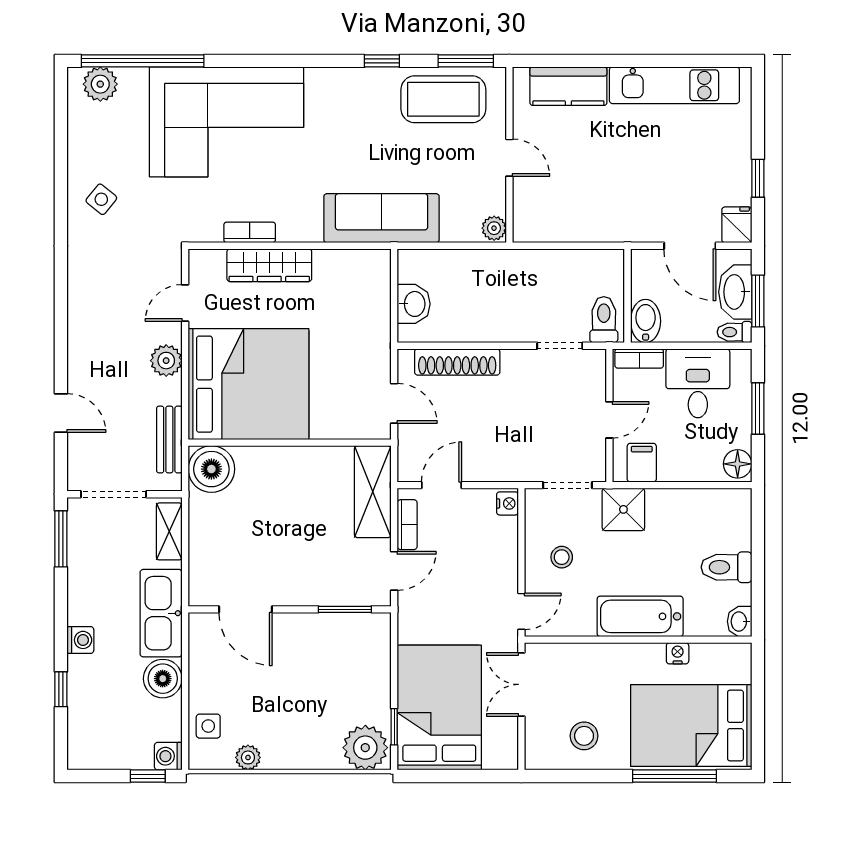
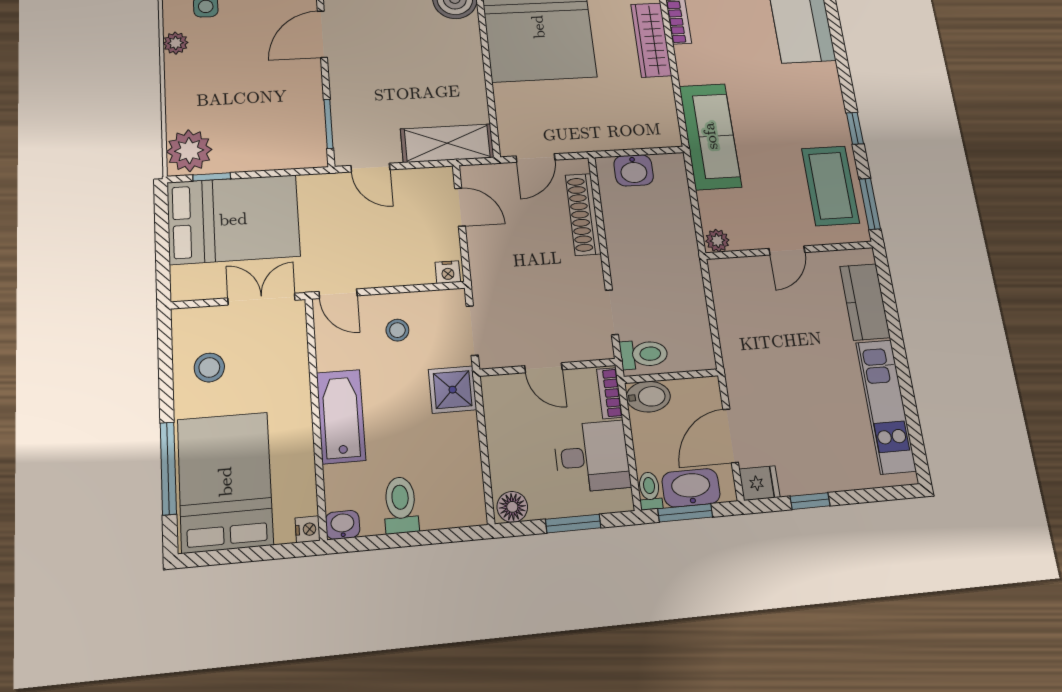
filing cabinet: (642, 463) -> (503, 405), removed
bookcase: (407, 525) -> (418, 177), removed
nightstand: (678, 653) -> (308, 529), moved

